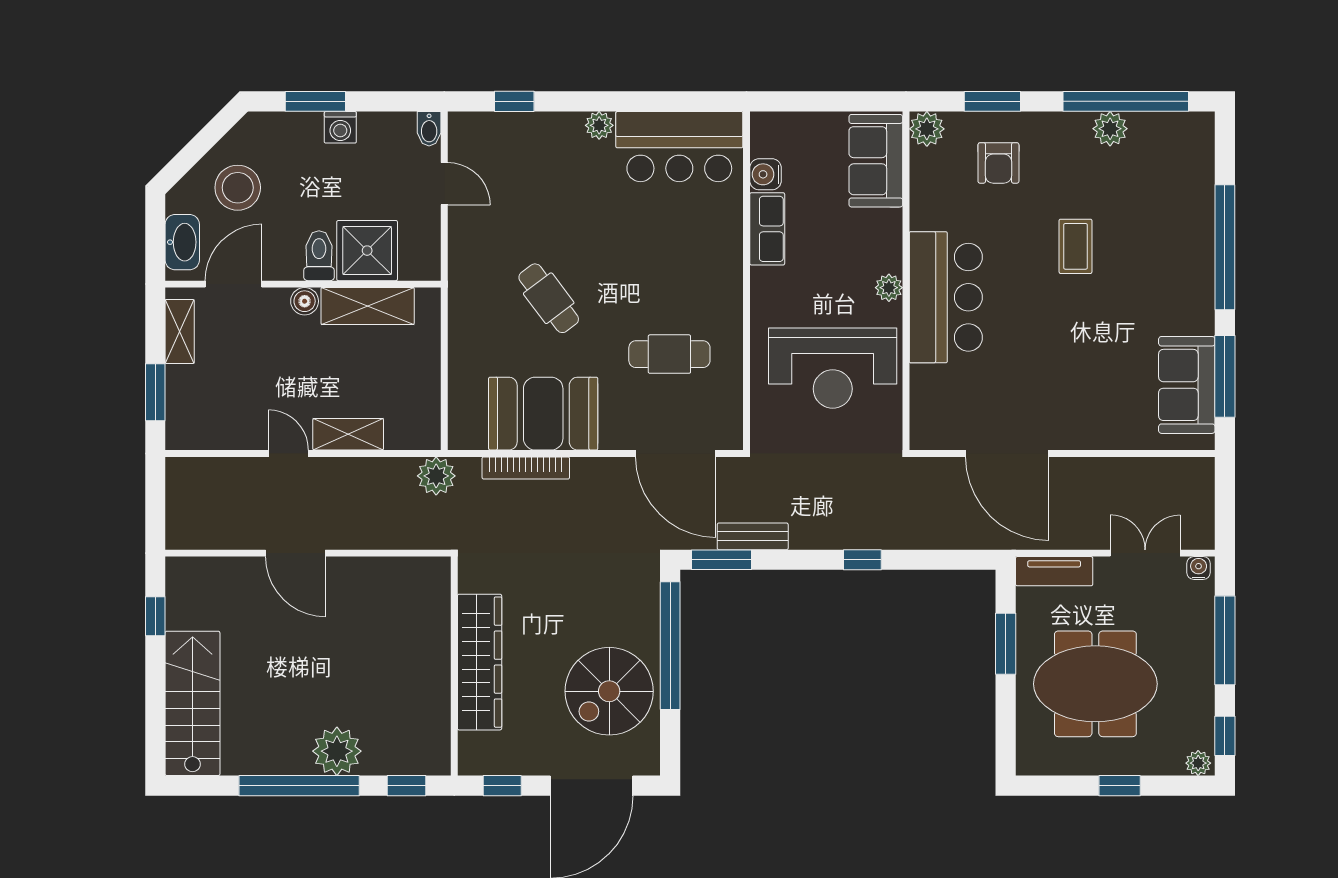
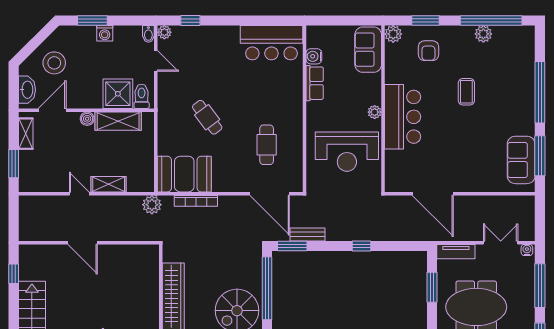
plant: (599, 125) -> (164, 32), moved
toilet: (319, 256) -> (142, 96), moved
cafe table: (669, 354) -> (267, 145), turned 90
booth: (543, 414) -> (184, 174), moved

